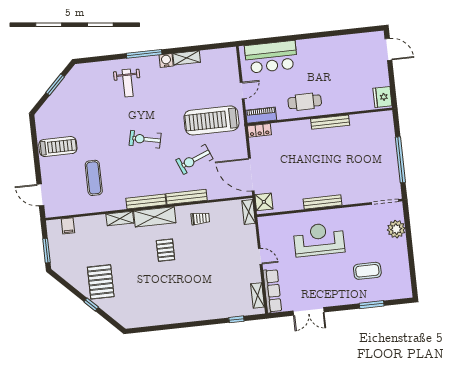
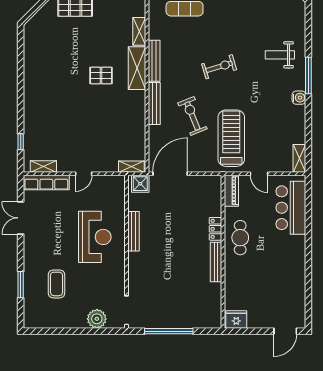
shelving: (187, 58) -> (299, 158), moved
locker: (259, 130) -> (215, 229), moved
exercise bike: (145, 139) -> (219, 67), turned 61
bench: (322, 202) -> (133, 231), moved
trolley: (200, 218) -> (130, 115), removed

